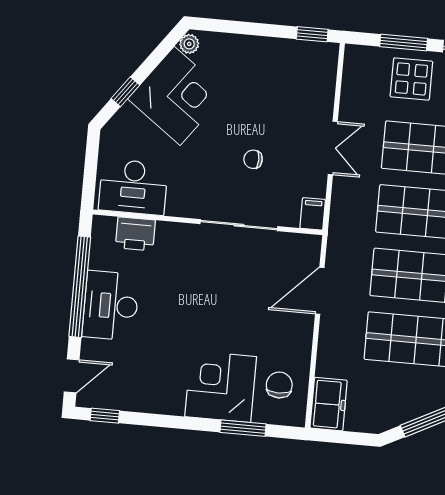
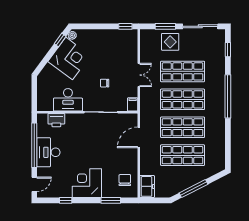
window: (125, 92) -> (60, 40), moved
desk: (133, 187) -> (68, 100), moved
corner desk: (221, 387) -> (87, 183), moved
window: (105, 416) -> (66, 200), moved

